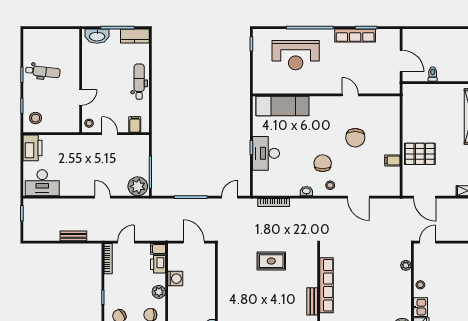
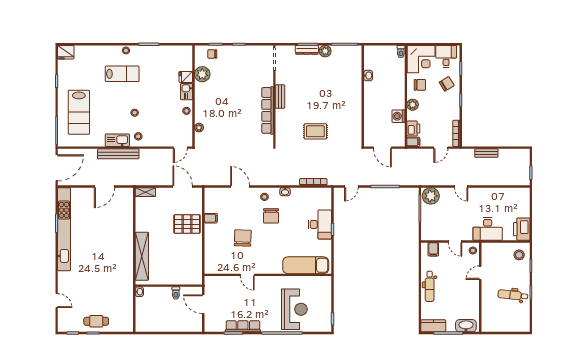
reception desk: (296, 55) -> (294, 309), turned 90
desk: (42, 183) -> (488, 229), moved, turned 180

